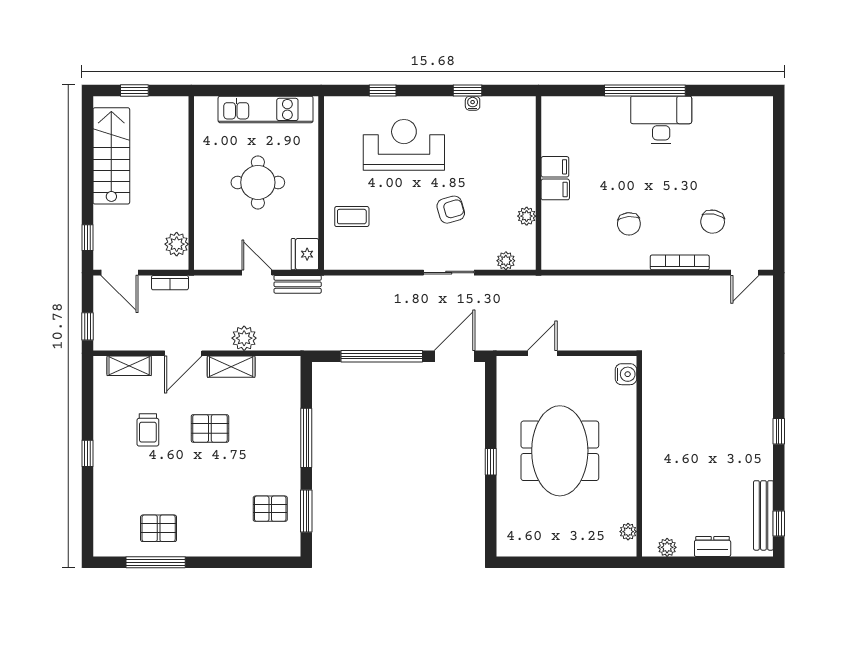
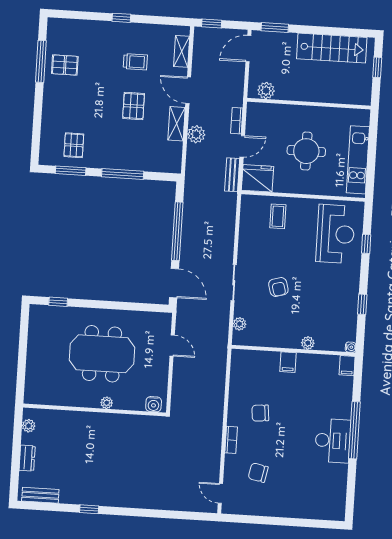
water cooler: (473, 103) -> (351, 347), moved
reception desk: (404, 145) -> (335, 234), moved
filing cabinet: (555, 167) -> (347, 366), moved
plant: (527, 216) -> (308, 343), moved
window: (88, 238) -> (275, 27), width x1.50
fridge: (305, 254) -> (257, 178), width x1.36, depth x1.34
bookcase: (680, 262) -> (231, 440), width x0.64
bookcase: (170, 283) -> (237, 121), moved
trolley: (148, 430) -> (135, 62), turned 180
window: (779, 431) -> (89, 509), moved
window: (491, 462) -> (58, 302), moved
bench: (763, 515) -> (40, 495), width x0.73
window: (779, 523) -> (41, 506), removed
pallet: (159, 528) -> (65, 65), turned 90
plant: (628, 532) -> (107, 403), moved

